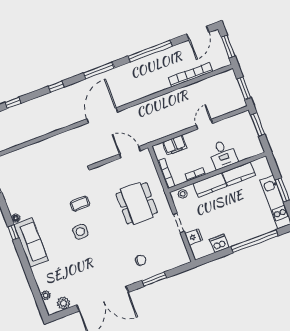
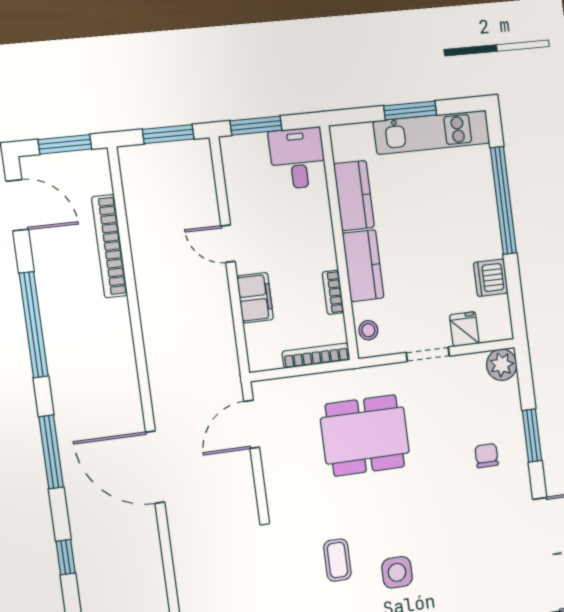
filing cabinet: (175, 145) -> (255, 298), moved
desk: (223, 154) -> (298, 158), moved, turned -90
plant: (182, 258) -> (502, 365), added

